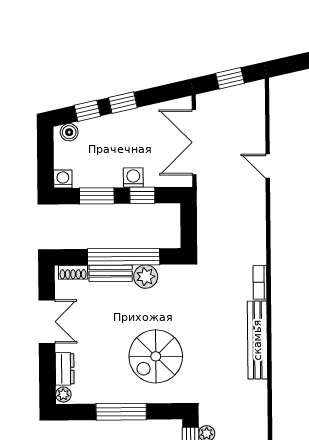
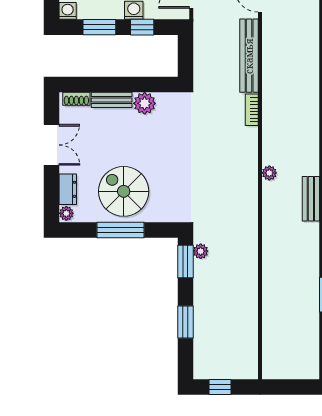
window: (124, 257) -> (124, 85), removed
bench: (257, 340) -> (249, 56), moved
plant: (279, 350) -> (269, 173), added
spiral stairs: (156, 356) -> (124, 191), moved, turned 90

